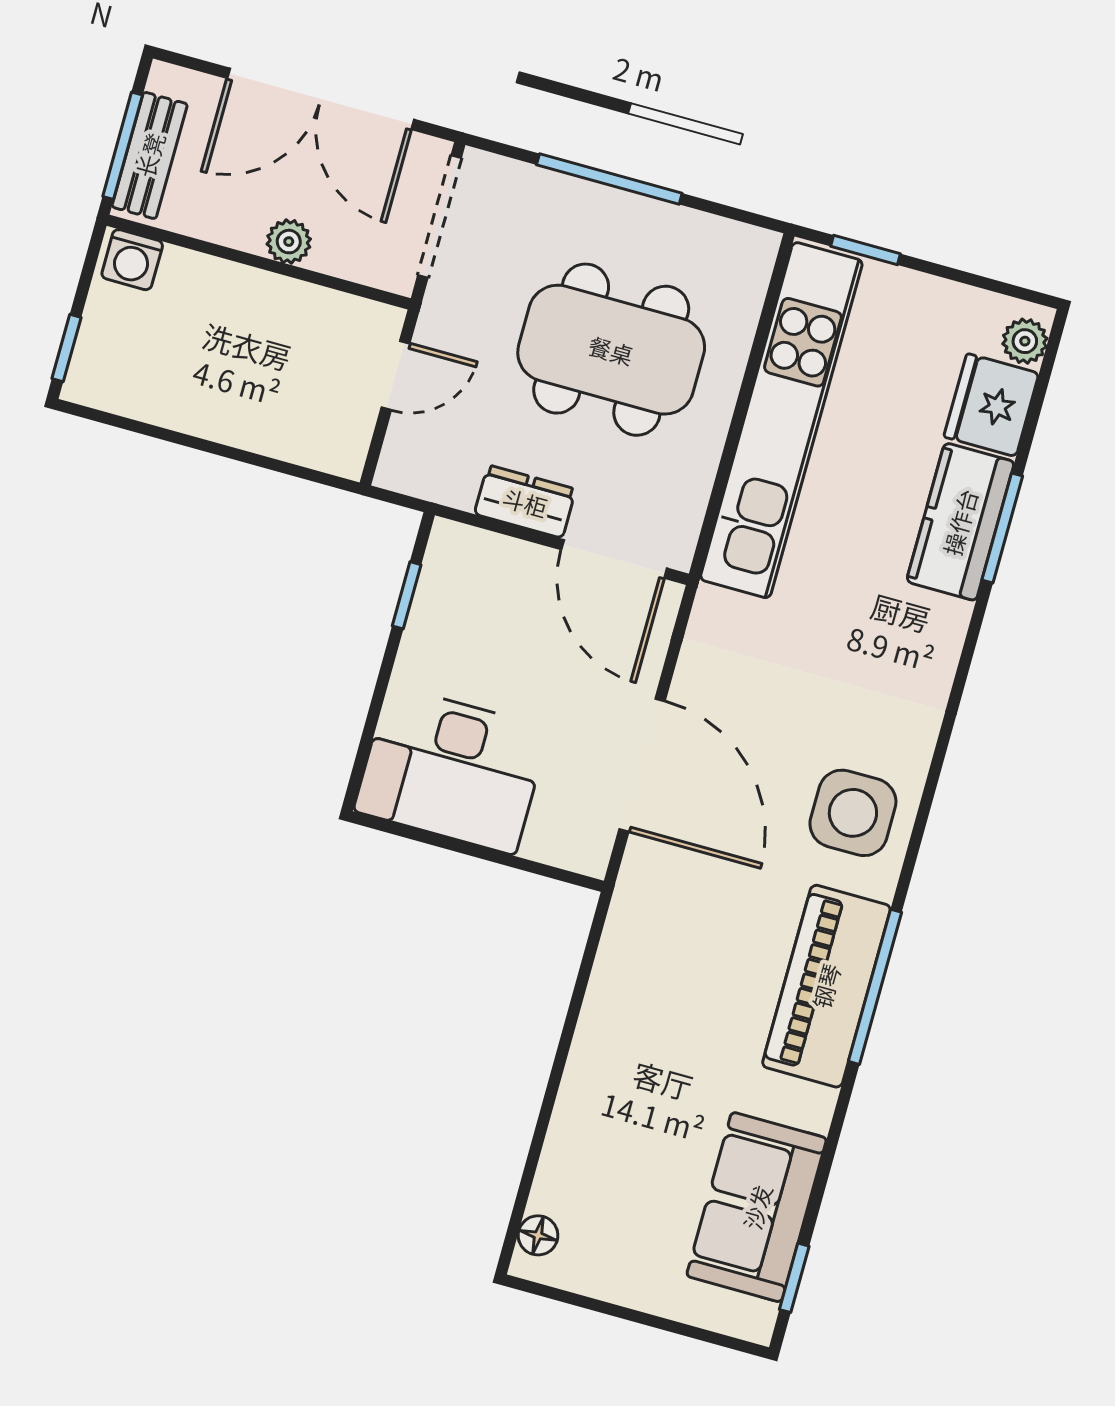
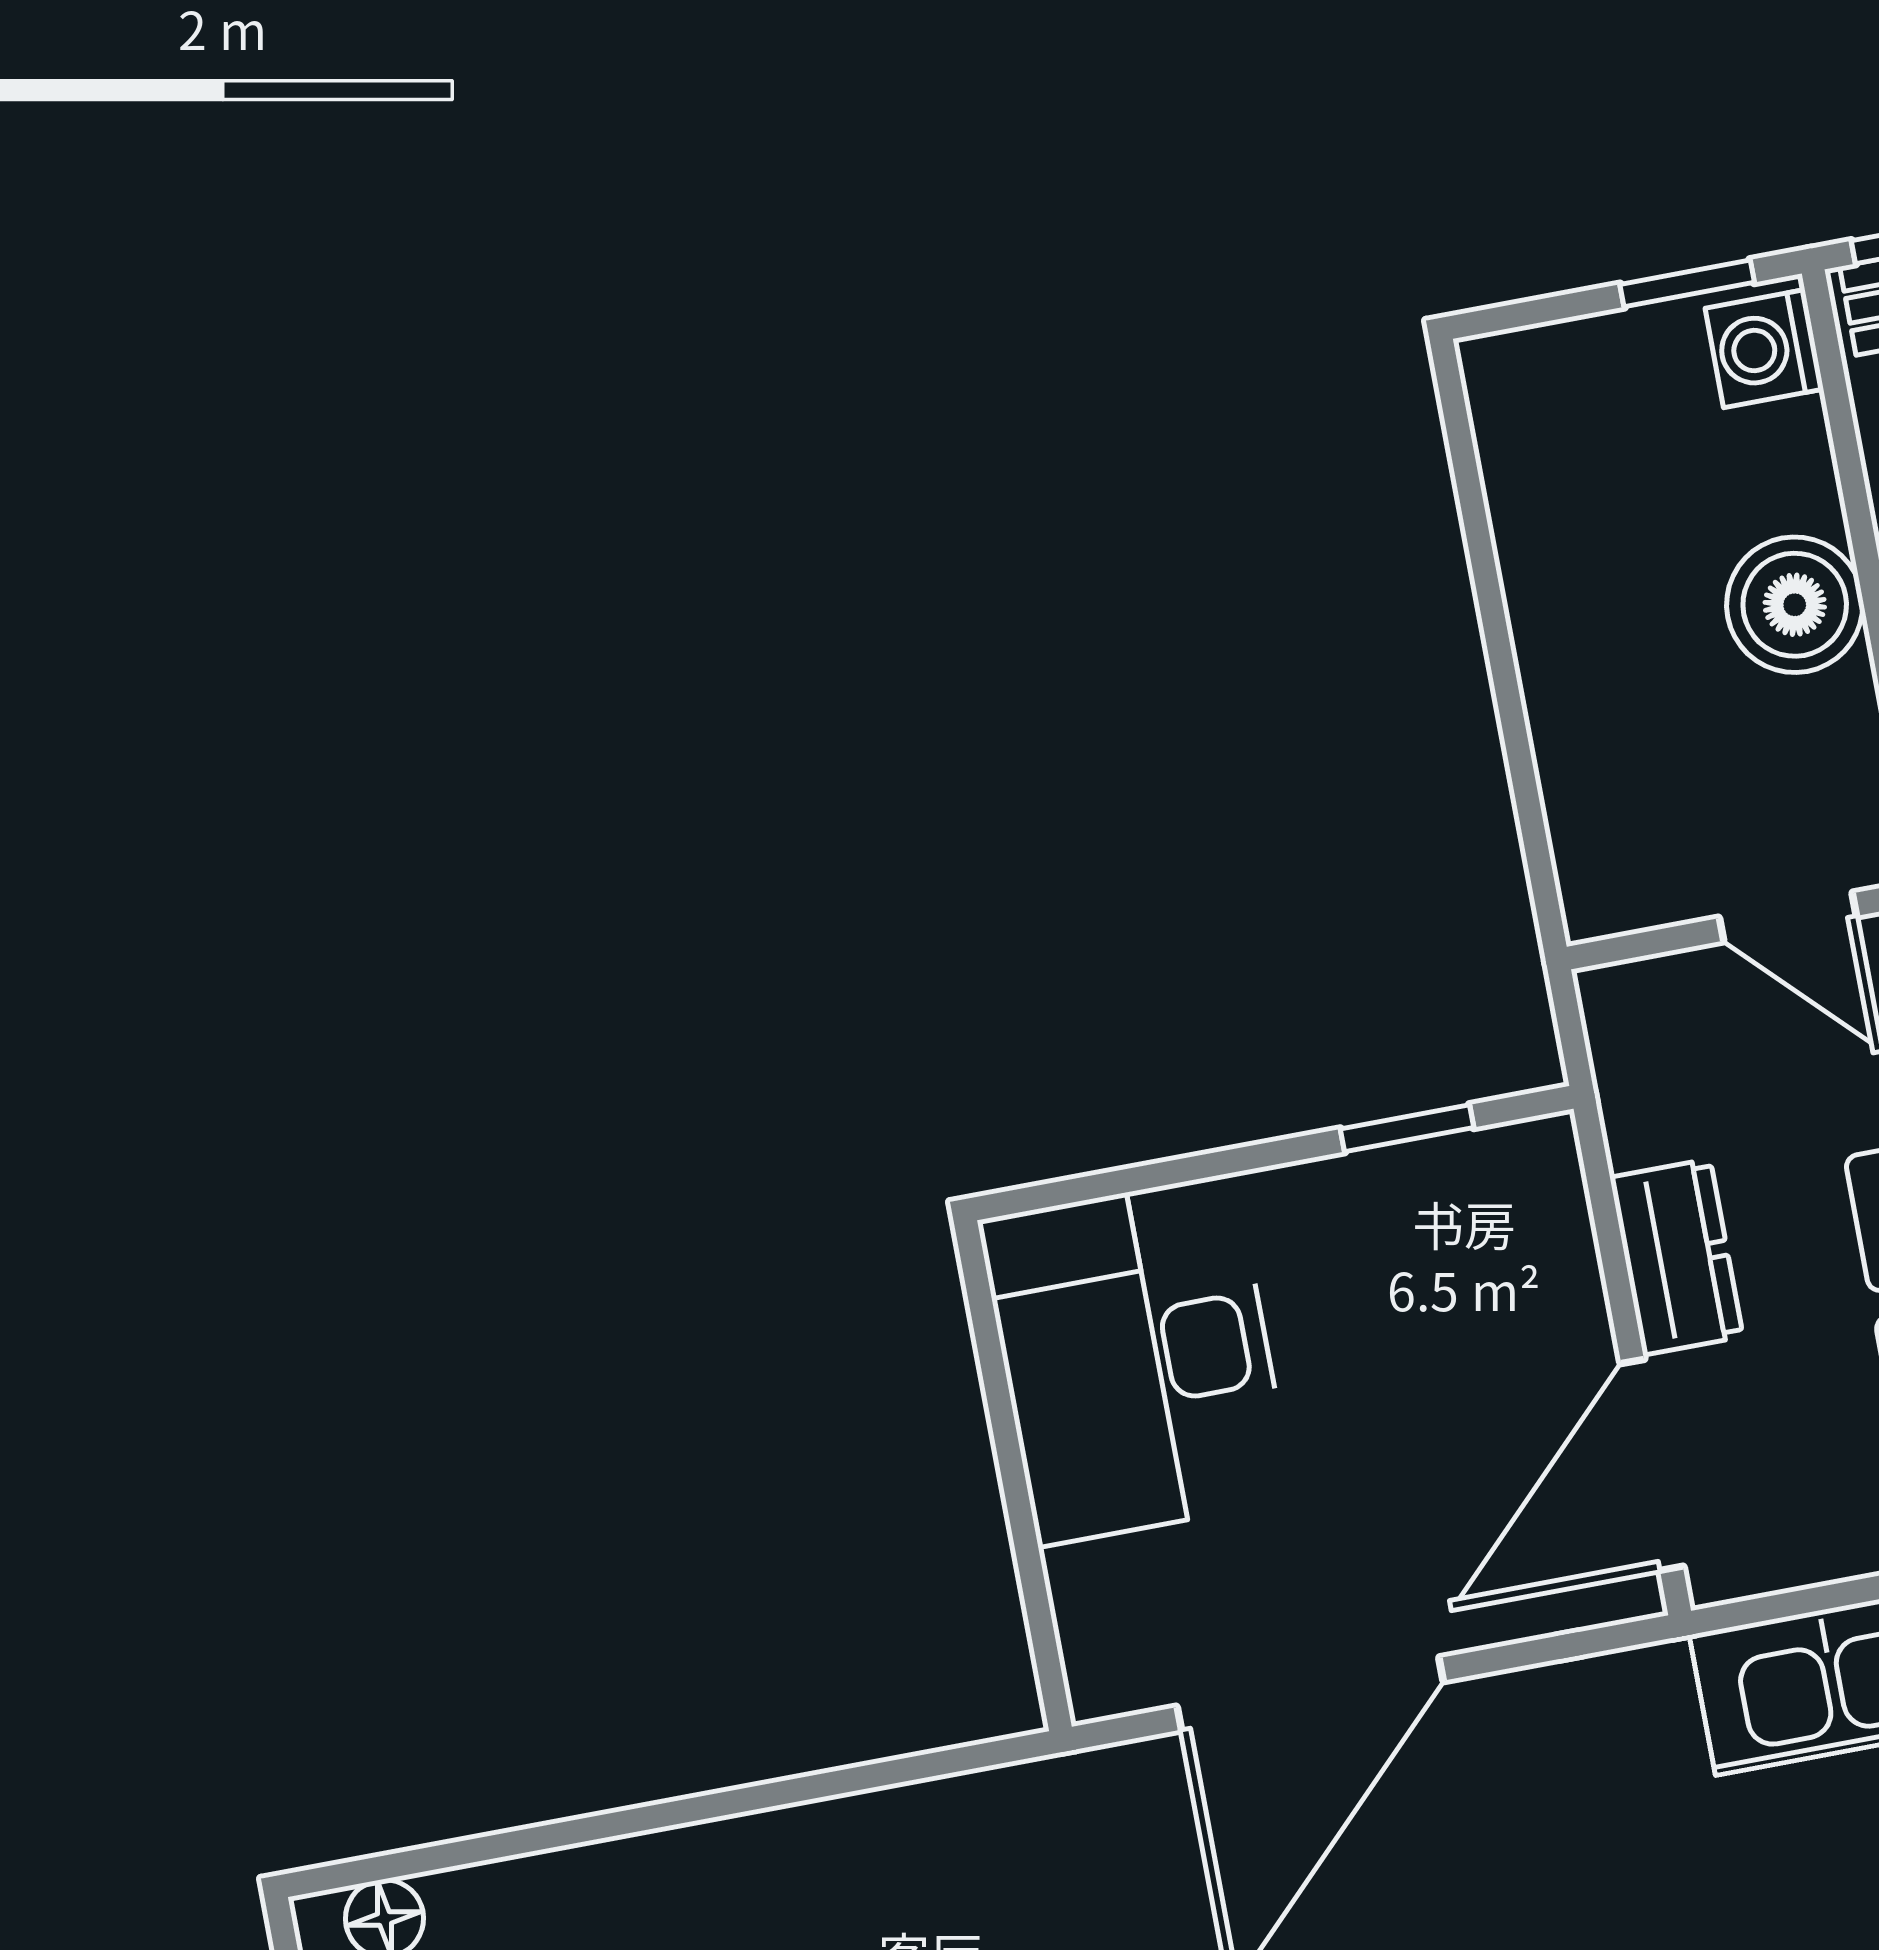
boiler: (255, 303) -> (1795, 605), added
window: (67, 348) -> (1687, 283), moved

